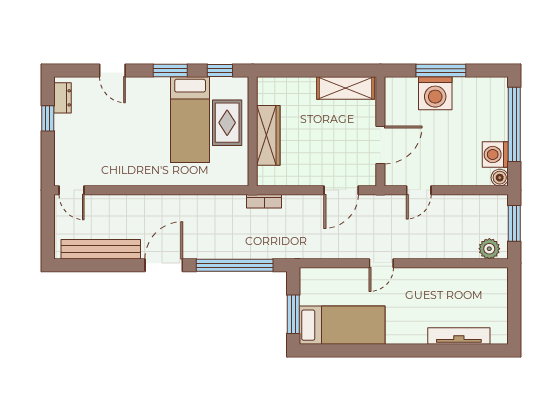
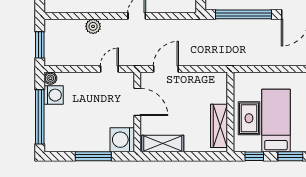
washing machine: (435, 93) -> (122, 140), moved, turned -90
wardrobe: (268, 135) -> (219, 126), moved
door: (380, 145) -> (137, 102), swing flipped
bookcase: (264, 201) -> (222, 61), removed
plant: (489, 249) -> (93, 26), moved

